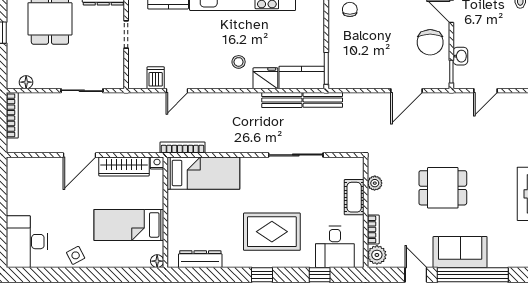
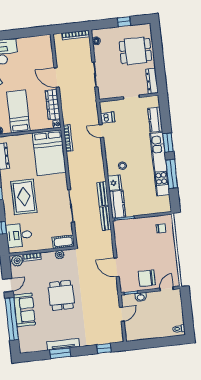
door: (485, 91) -> (122, 314), swing flipped
bed: (203, 173) -> (49, 153), width x1.50
cot: (354, 197) -> (63, 242), moved

